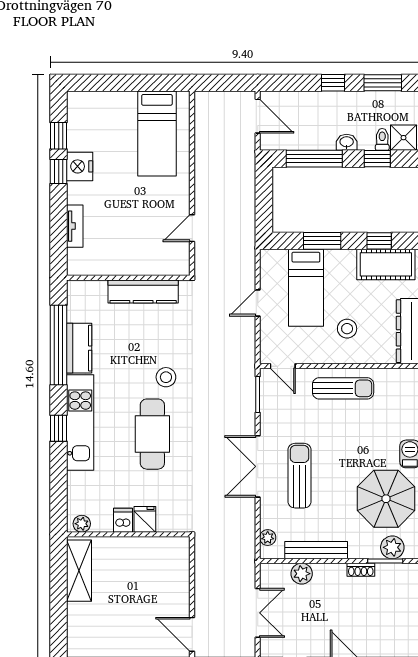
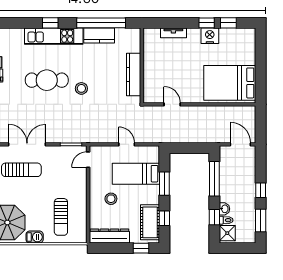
door: (258, 116) -> (240, 144), swing flipped
bed: (157, 134) -> (230, 83), width x1.50
washbasin: (347, 142) -> (224, 209), moved
sun lounger: (343, 388) -> (61, 217), moved

